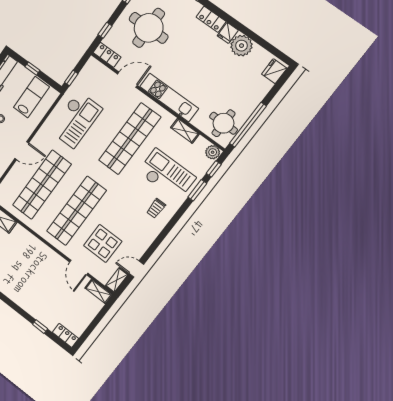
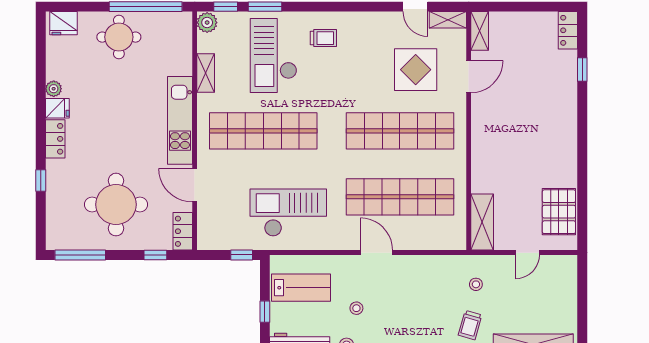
plant: (241, 46) -> (54, 89), width x0.53, depth x0.53
lab bench: (31, 97) -> (301, 288), turned 180
round table: (223, 123) -> (119, 37), moved

